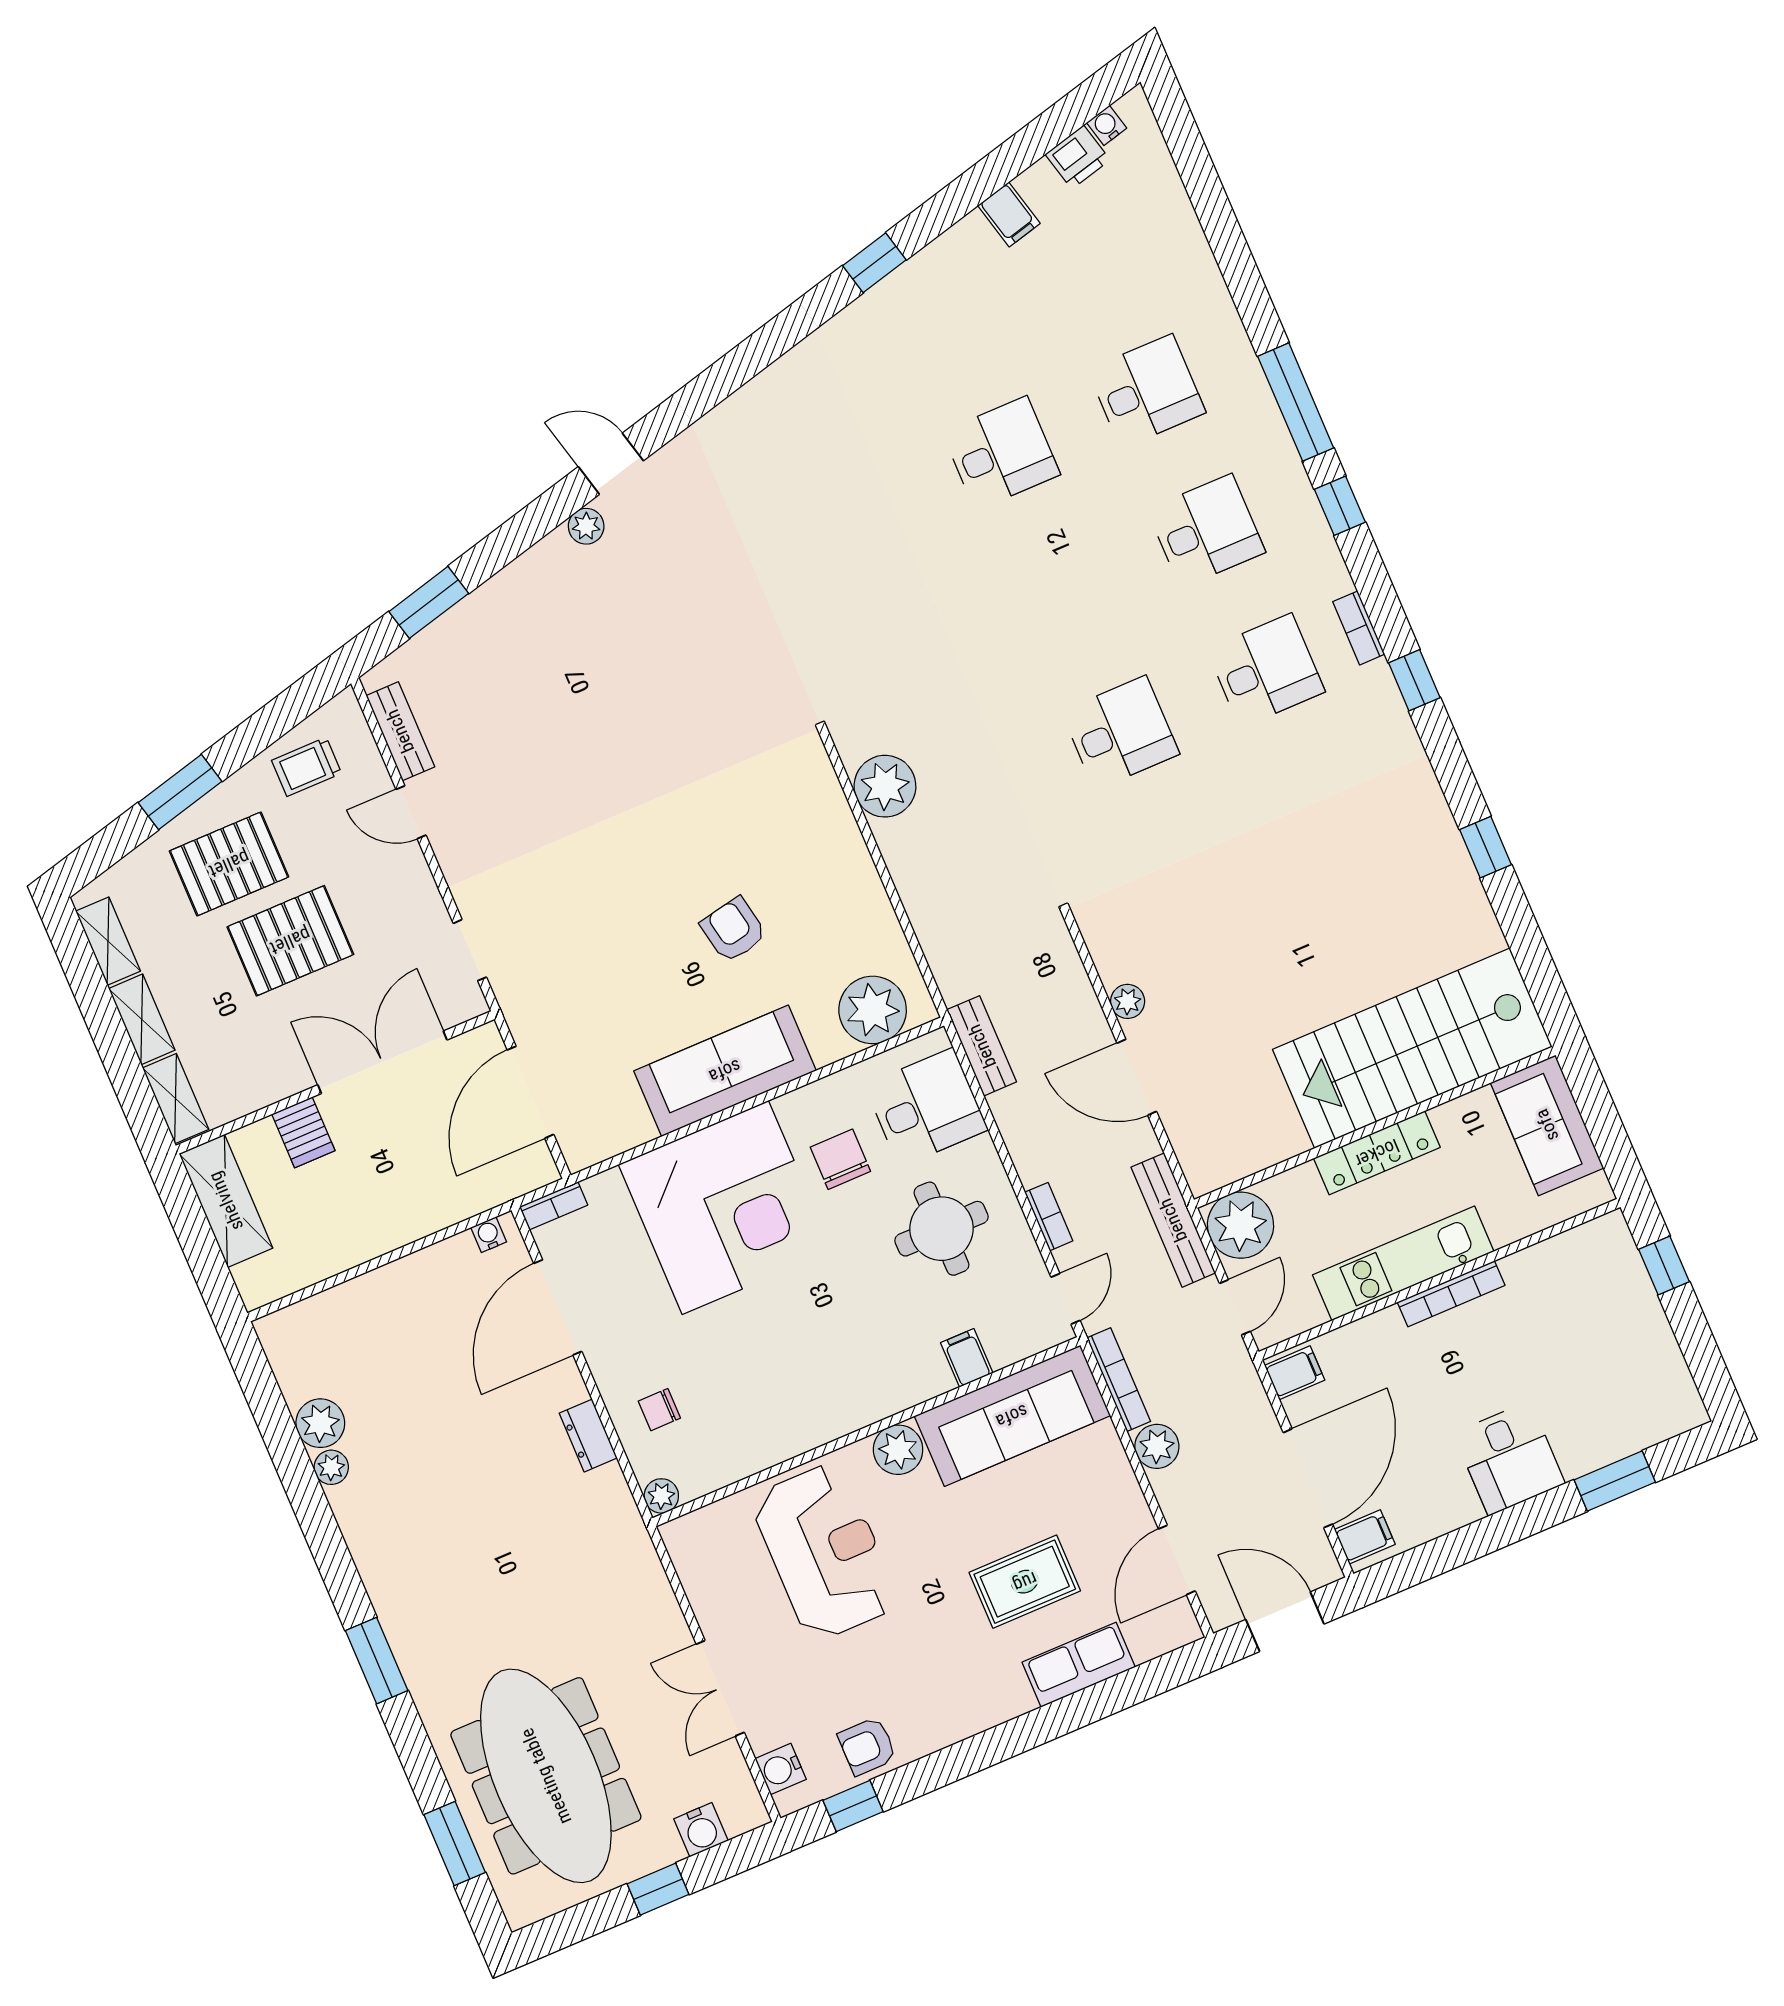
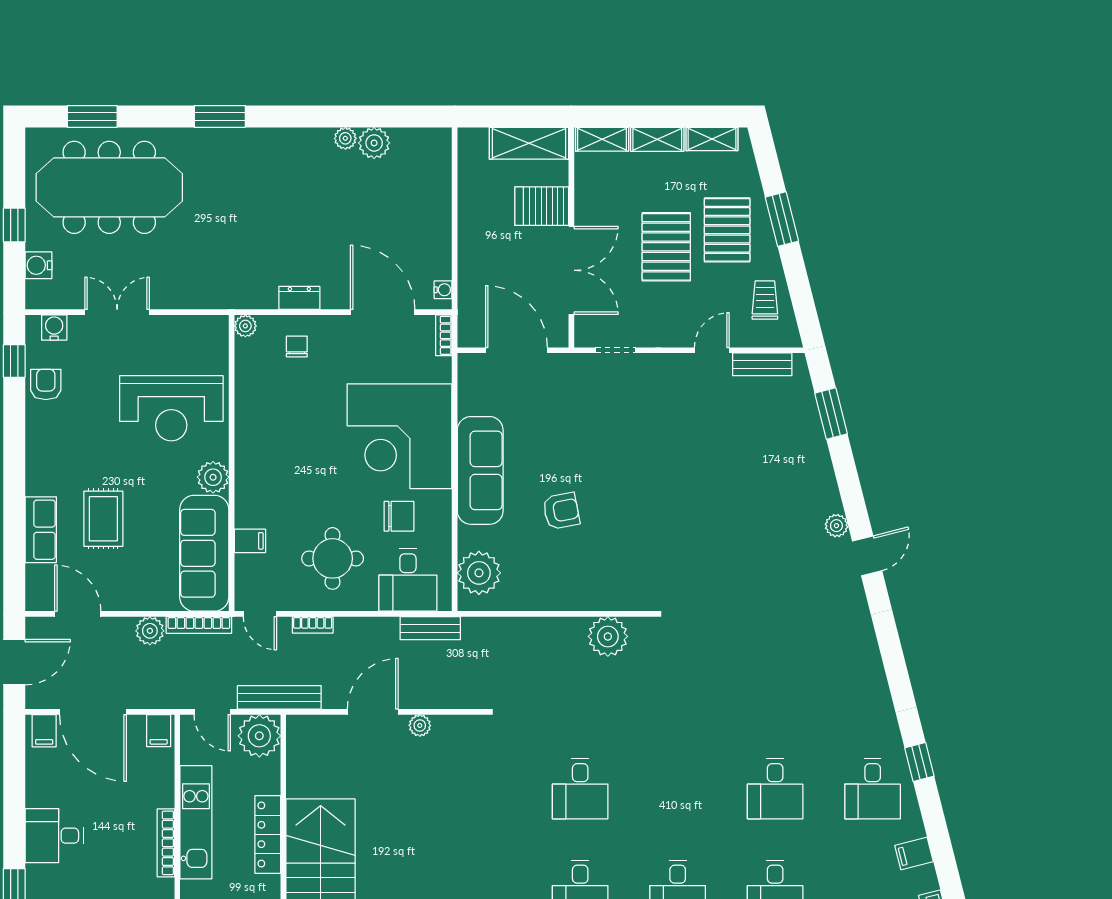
desk: (942, 313) -> (873, 789), added
server rack: (303, 1132) -> (542, 206), width x1.36, depth x1.44

